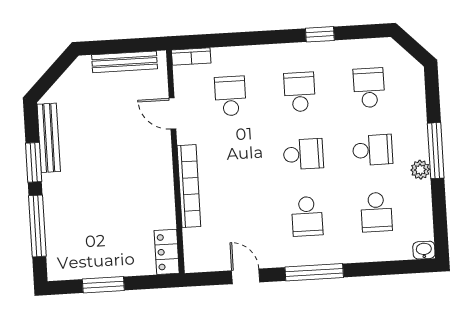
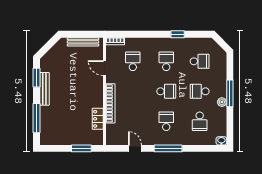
school desk: (369, 88) -> (200, 61), turned 90
bench: (49, 138) -> (44, 89), moved
school desk: (373, 150) -> (200, 91), turned 180
window: (34, 162) -> (36, 78), moved
school desk: (307, 216) -> (166, 121), turned 180
locker: (167, 252) -> (98, 119), moved
window: (103, 285) -> (81, 148), moved

